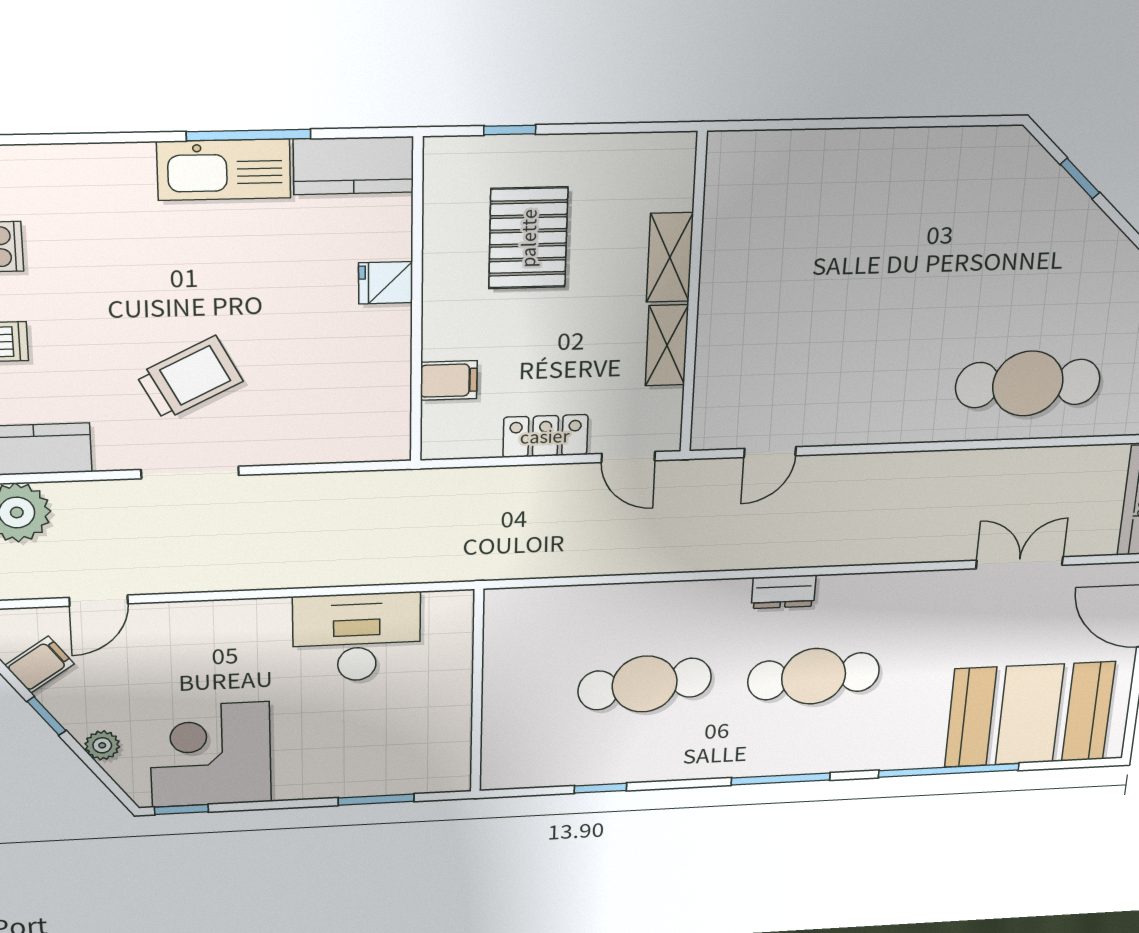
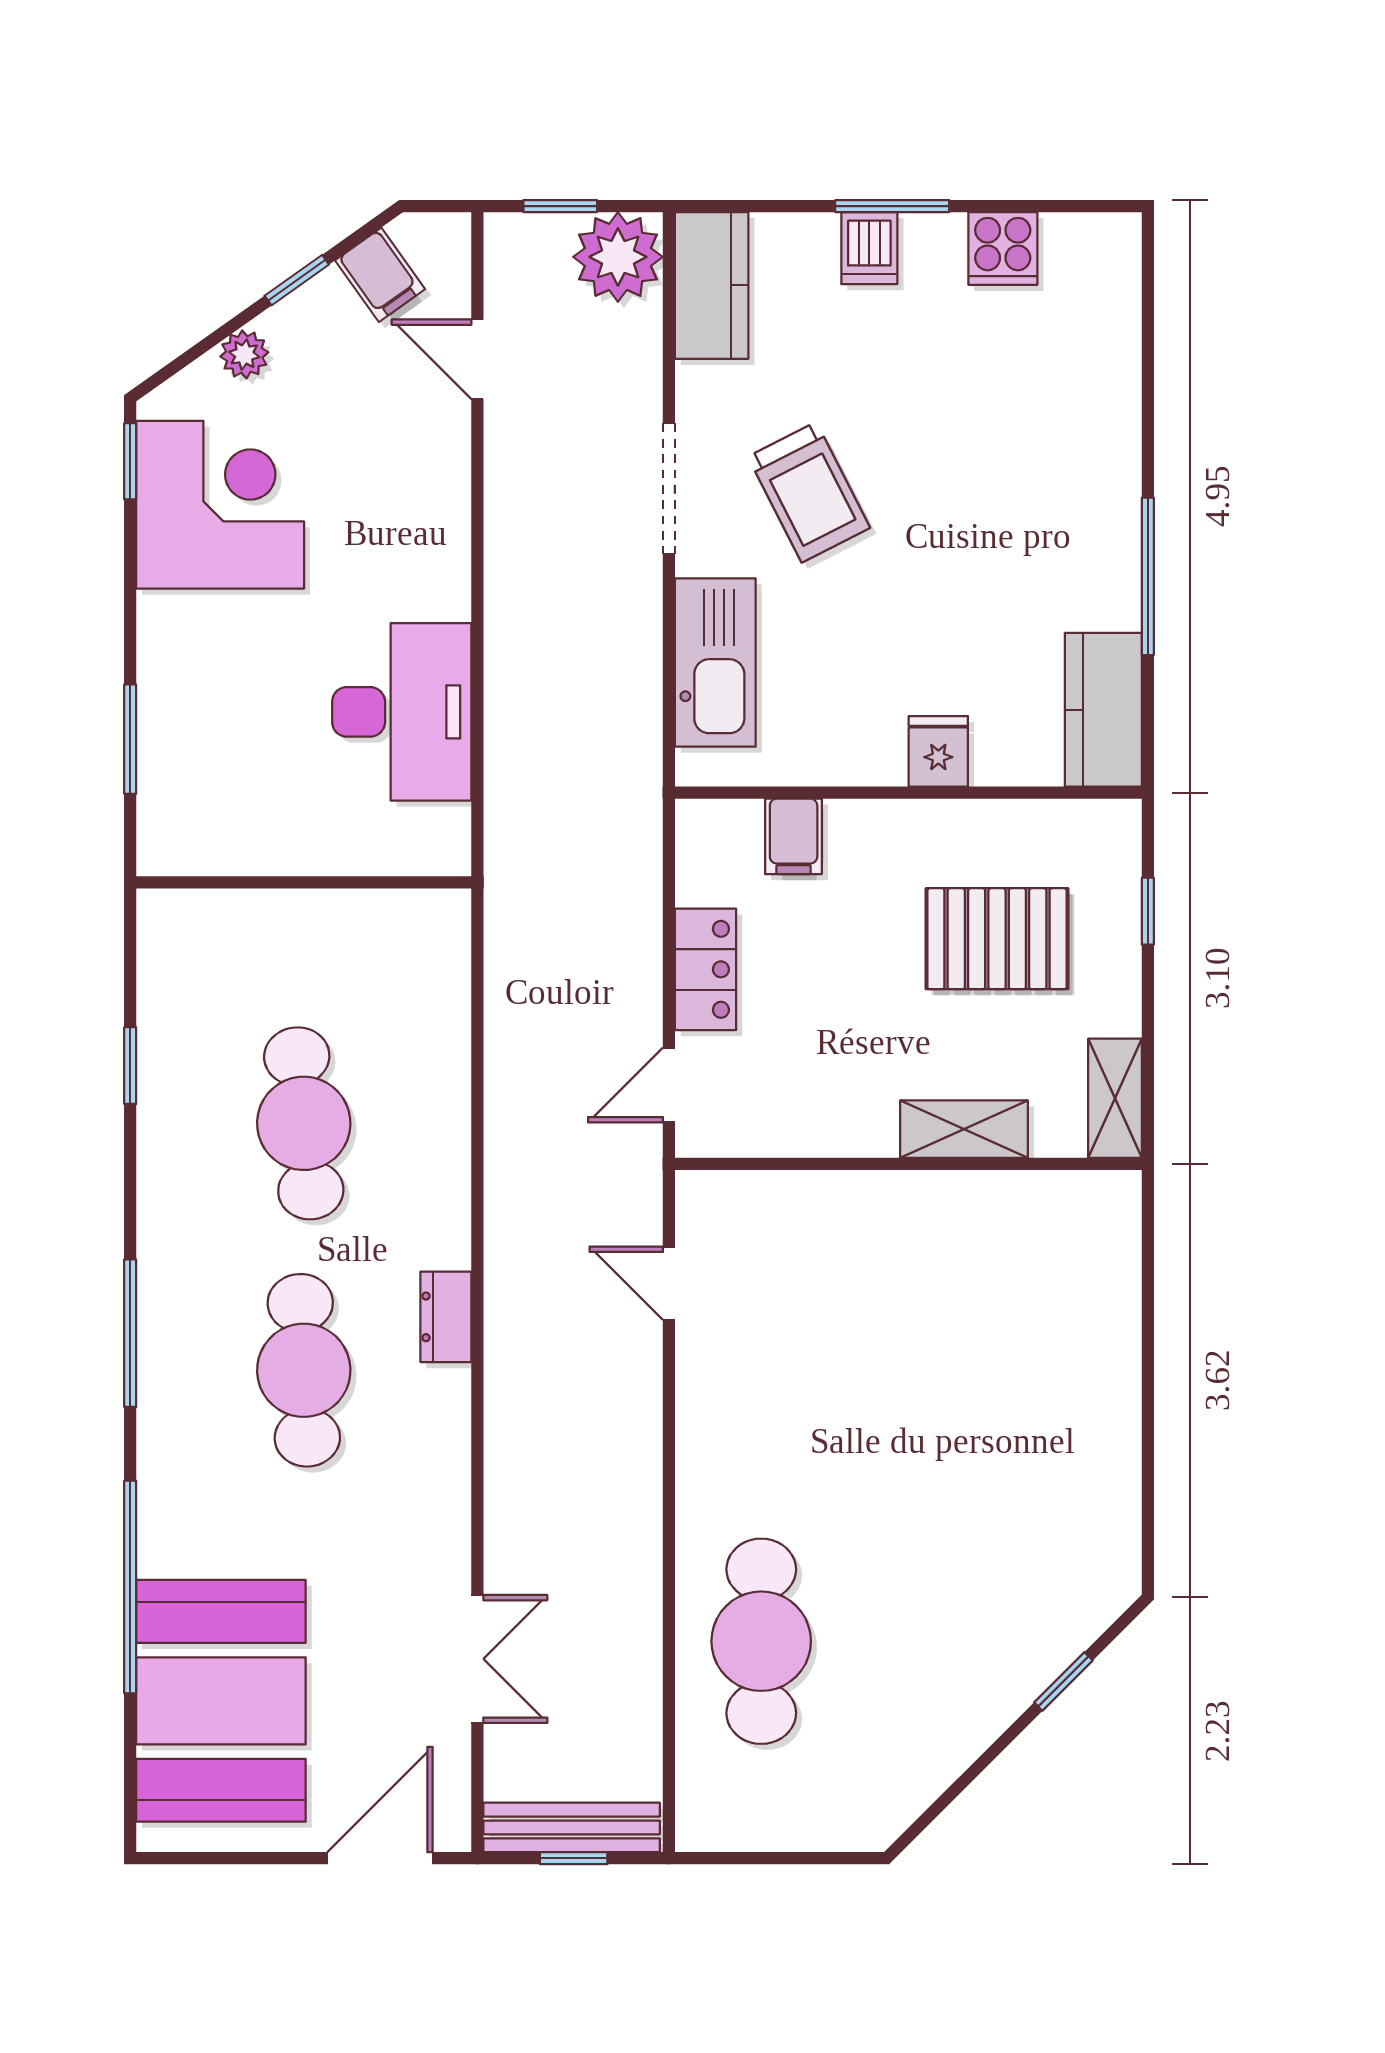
kitchen sink: (224, 170) -> (715, 663), moved, turned 180
shelving: (667, 345) -> (1115, 1098), moved, turned 90

